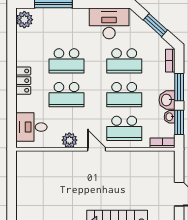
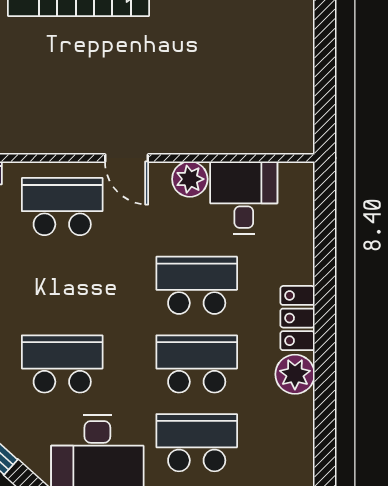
plant: (24, 20) -> (295, 374), moved
school desk: (124, 95) -> (197, 443), moved
desk: (31, 127) -> (244, 198), moved, turned -90

